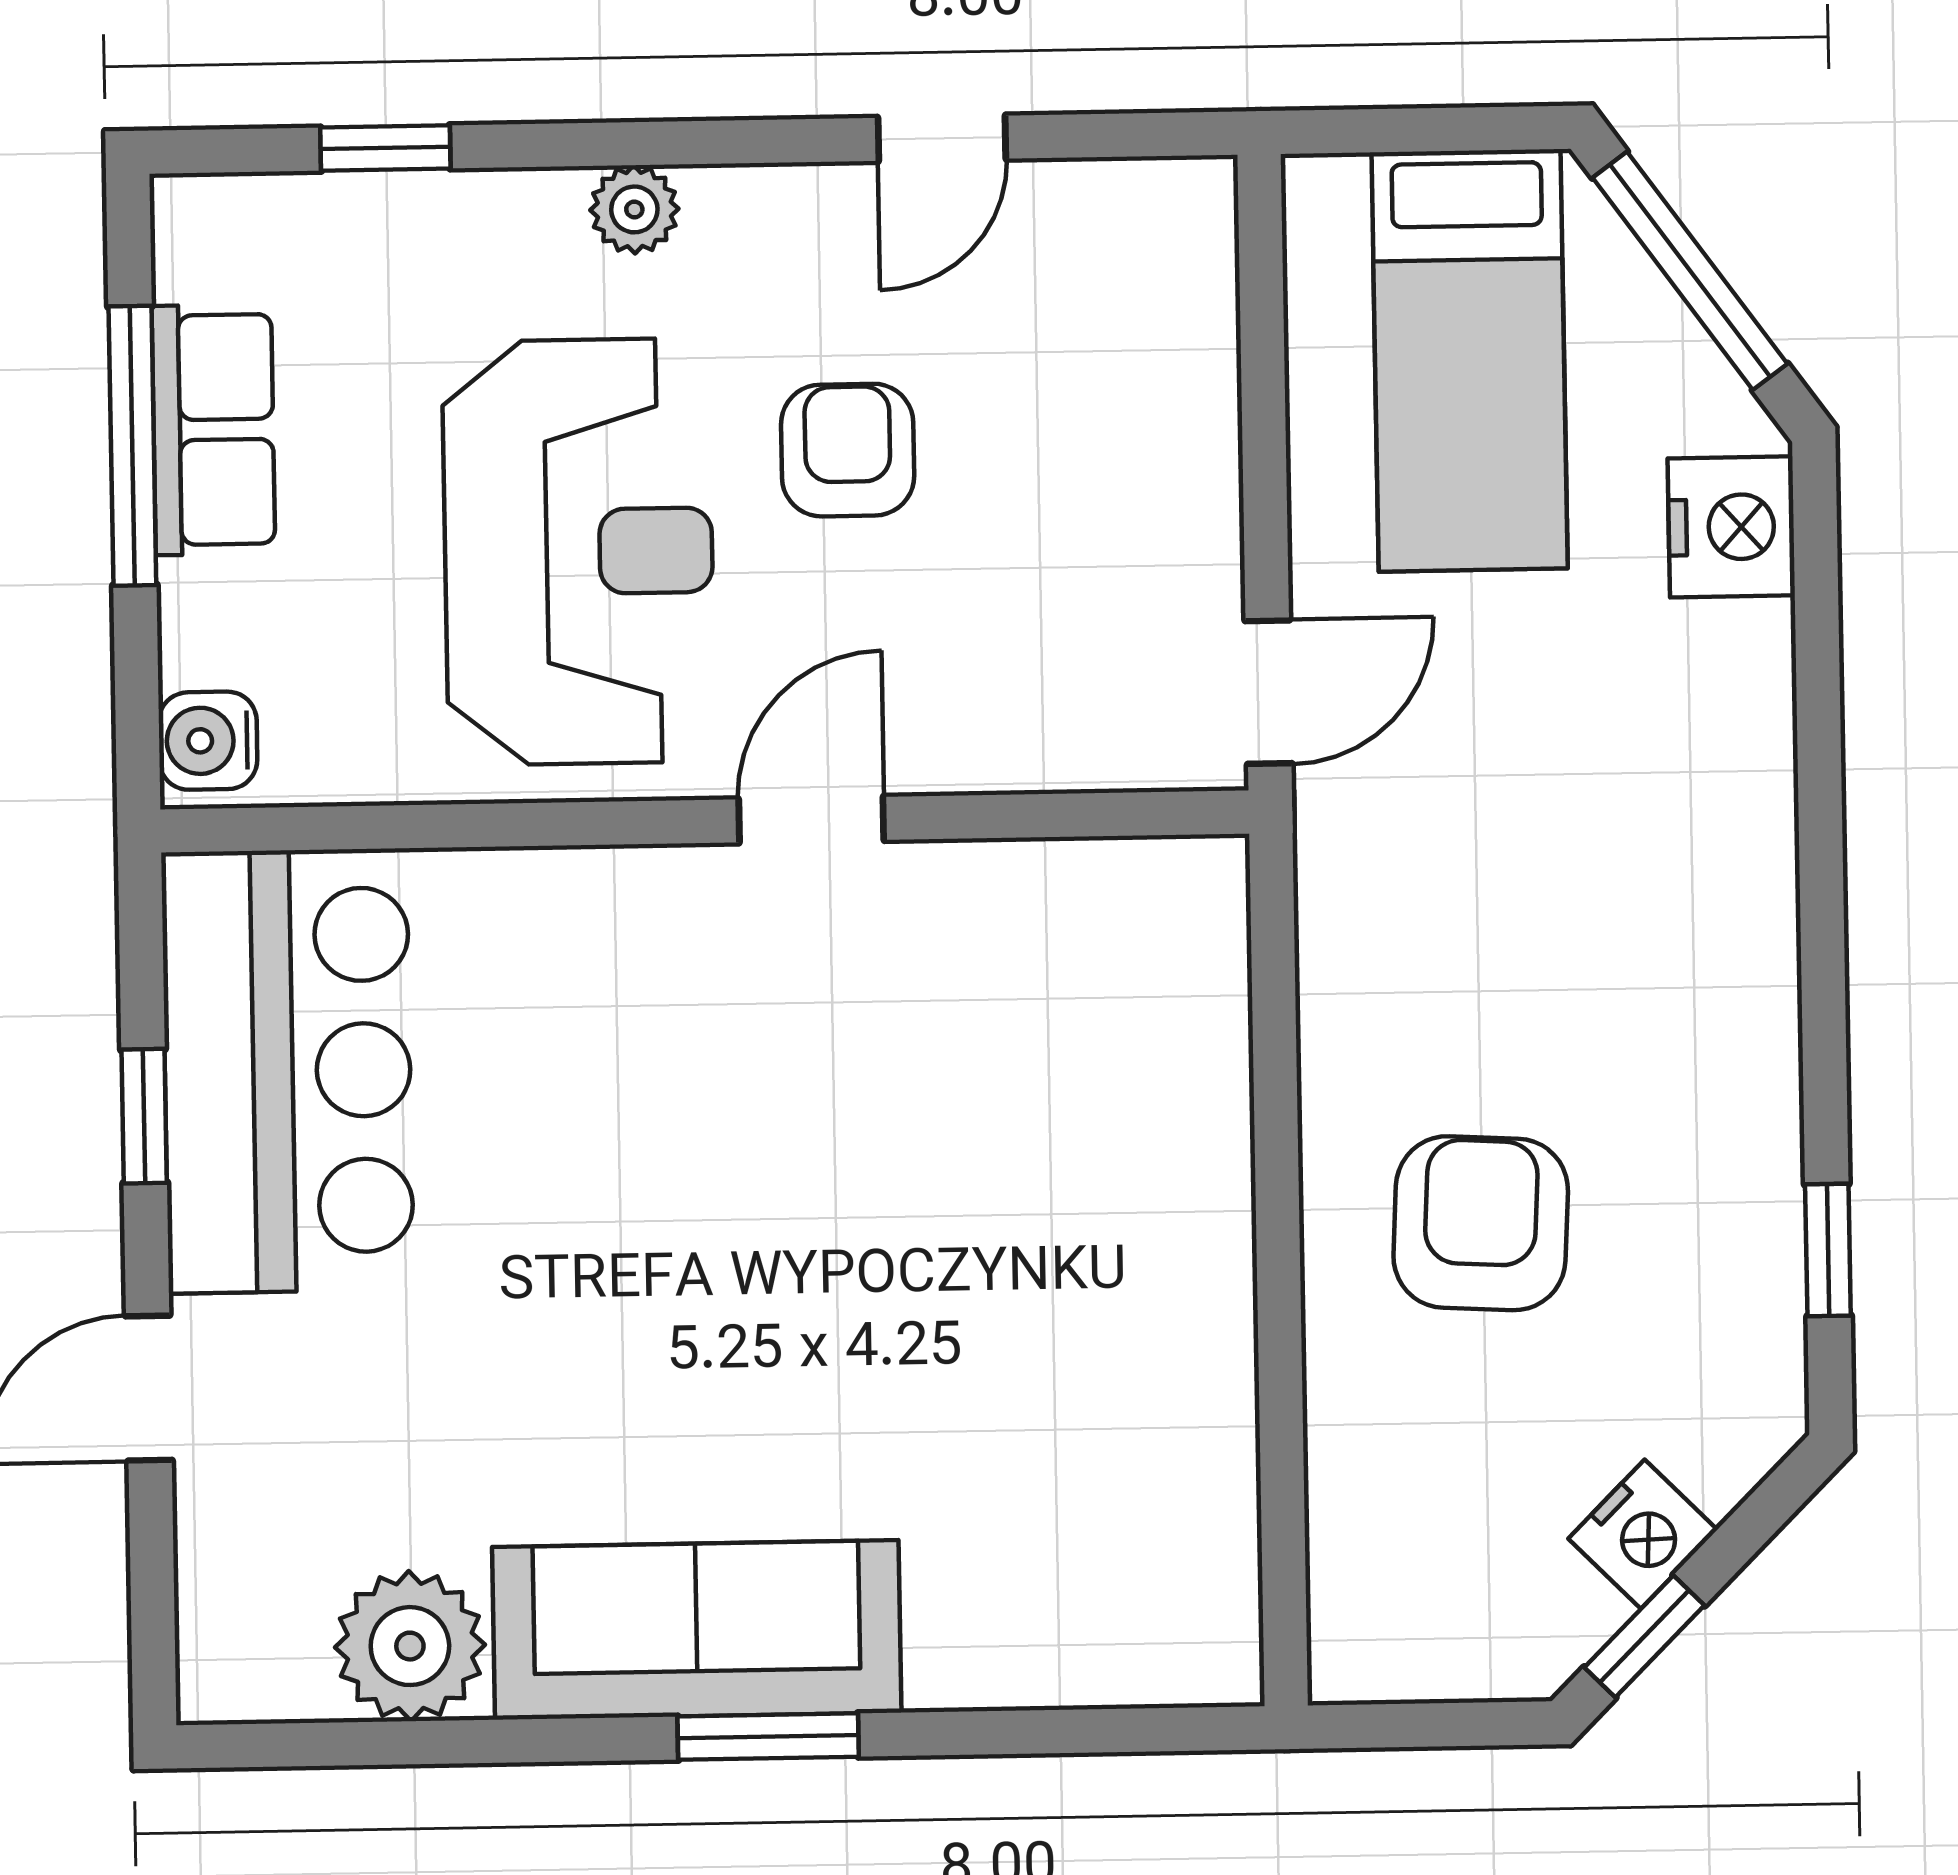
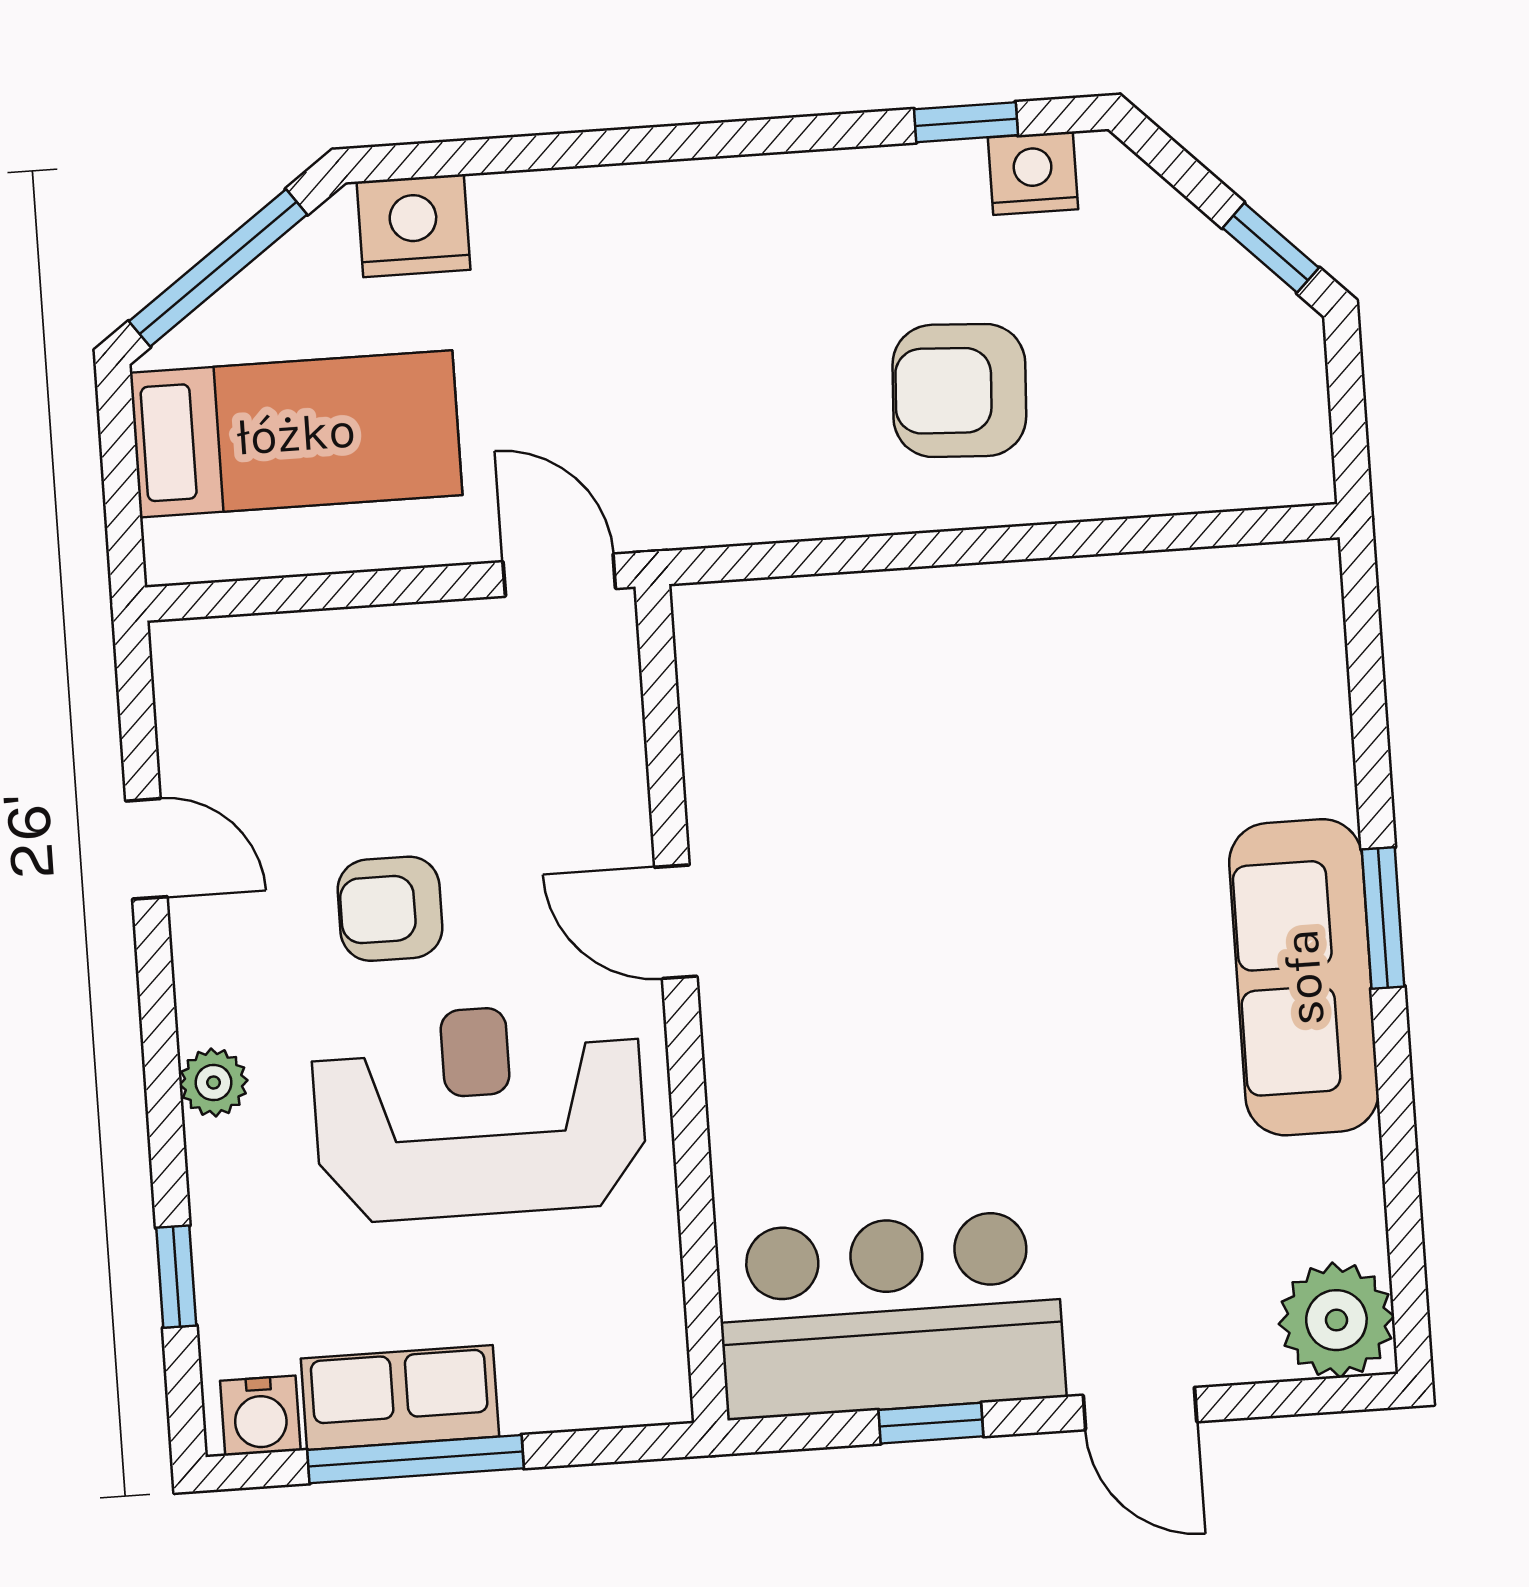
water cooler: (208, 741) -> (260, 1416), moved
nightstand: (1643, 1534) -> (1033, 173), moved, turned -45
plant: (410, 1646) -> (1336, 1320), moved

